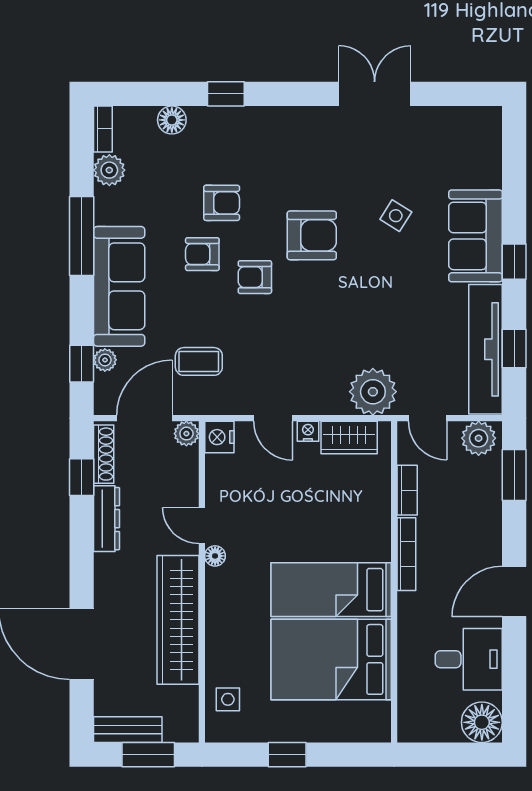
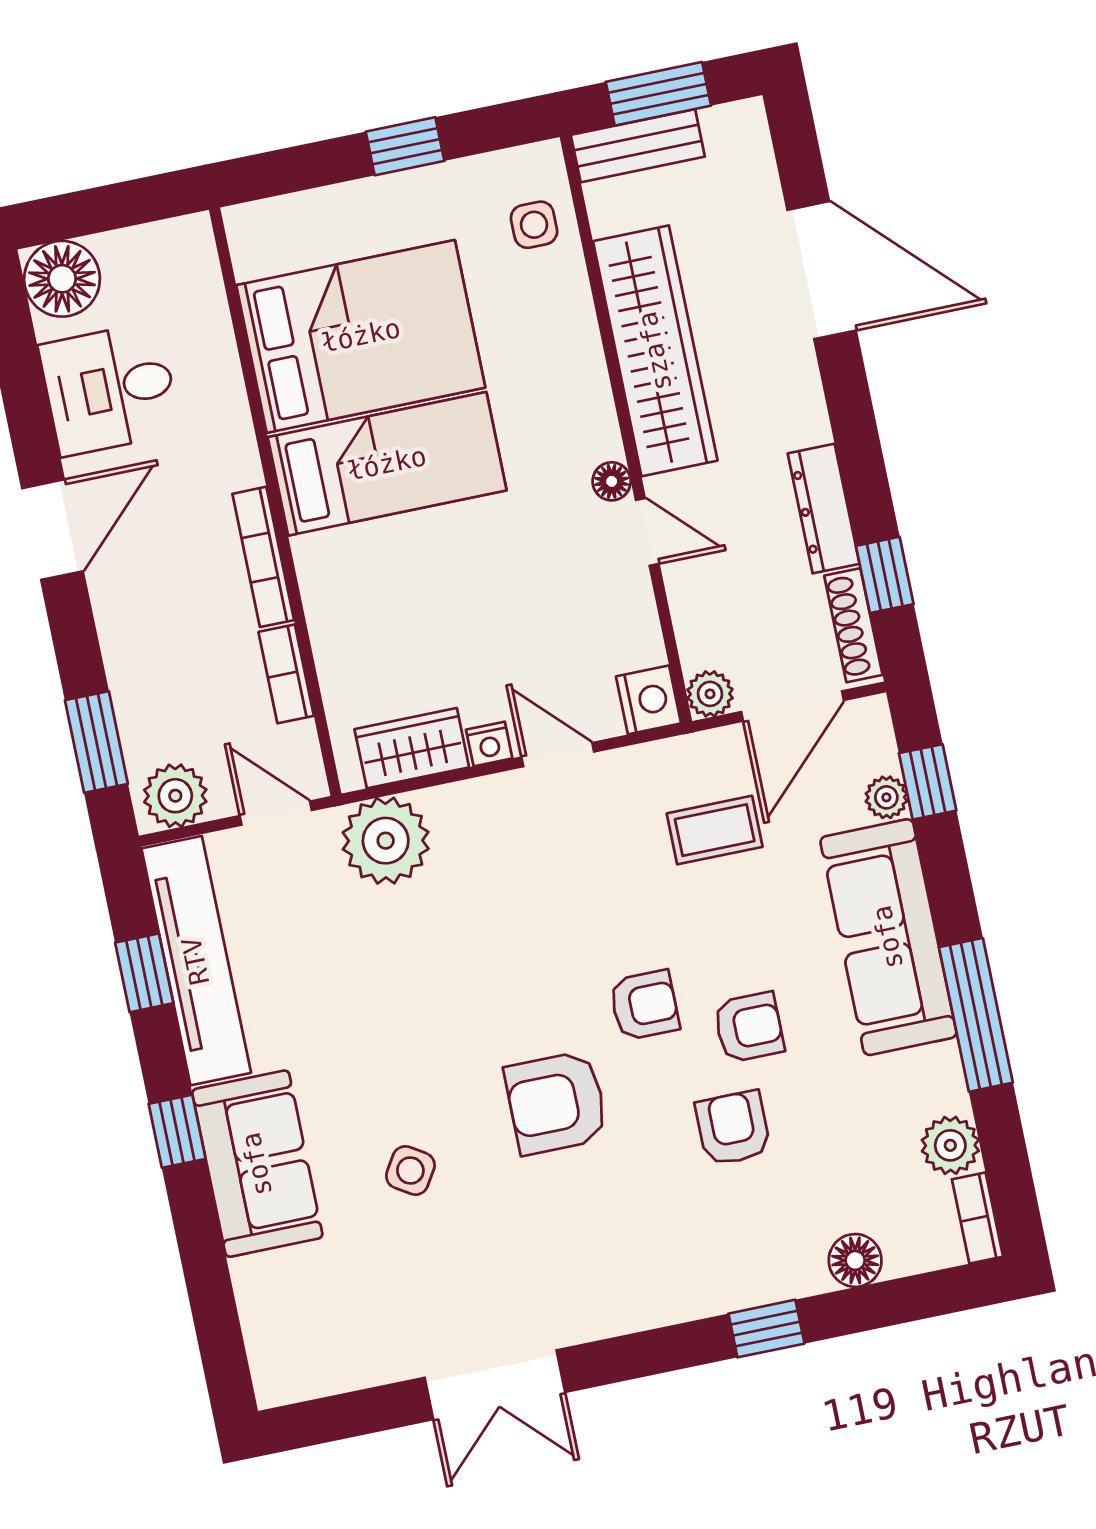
armchair: (222, 203) -> (733, 1128), turned 90
bench: (128, 730) -> (638, 146), moved

